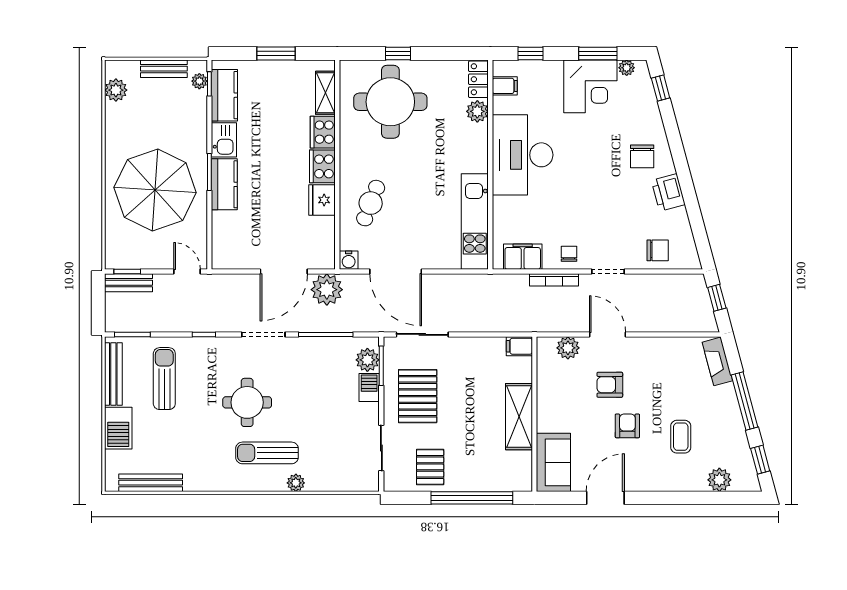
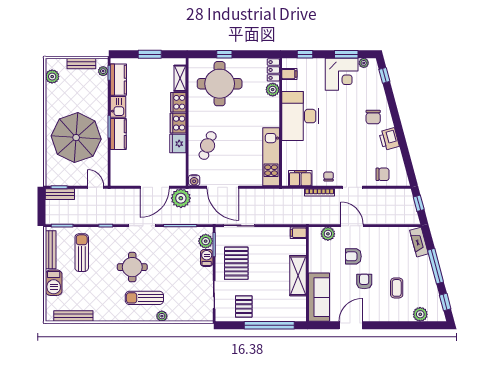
sofa: (553, 462) -> (319, 297), width x1.36

